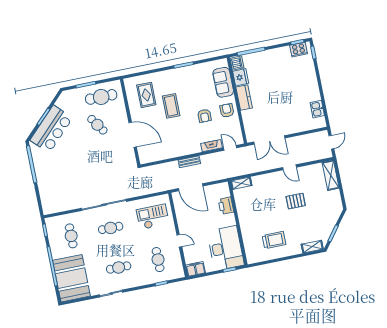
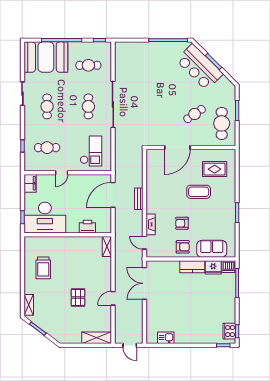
door: (230, 148) -> (145, 243), swing flipped

